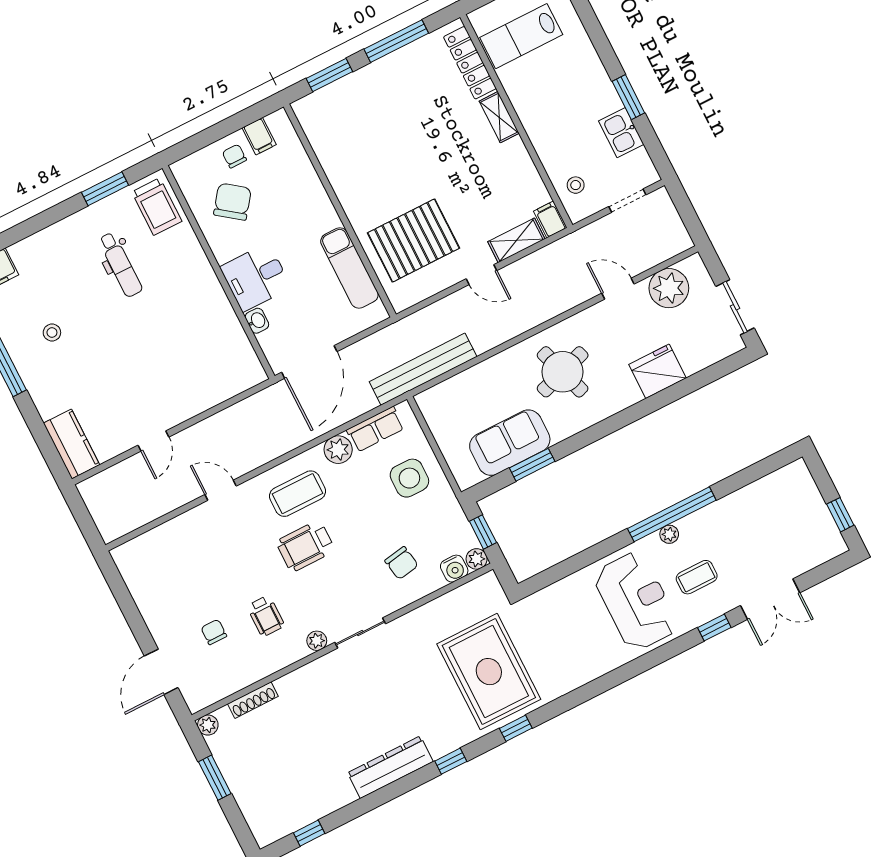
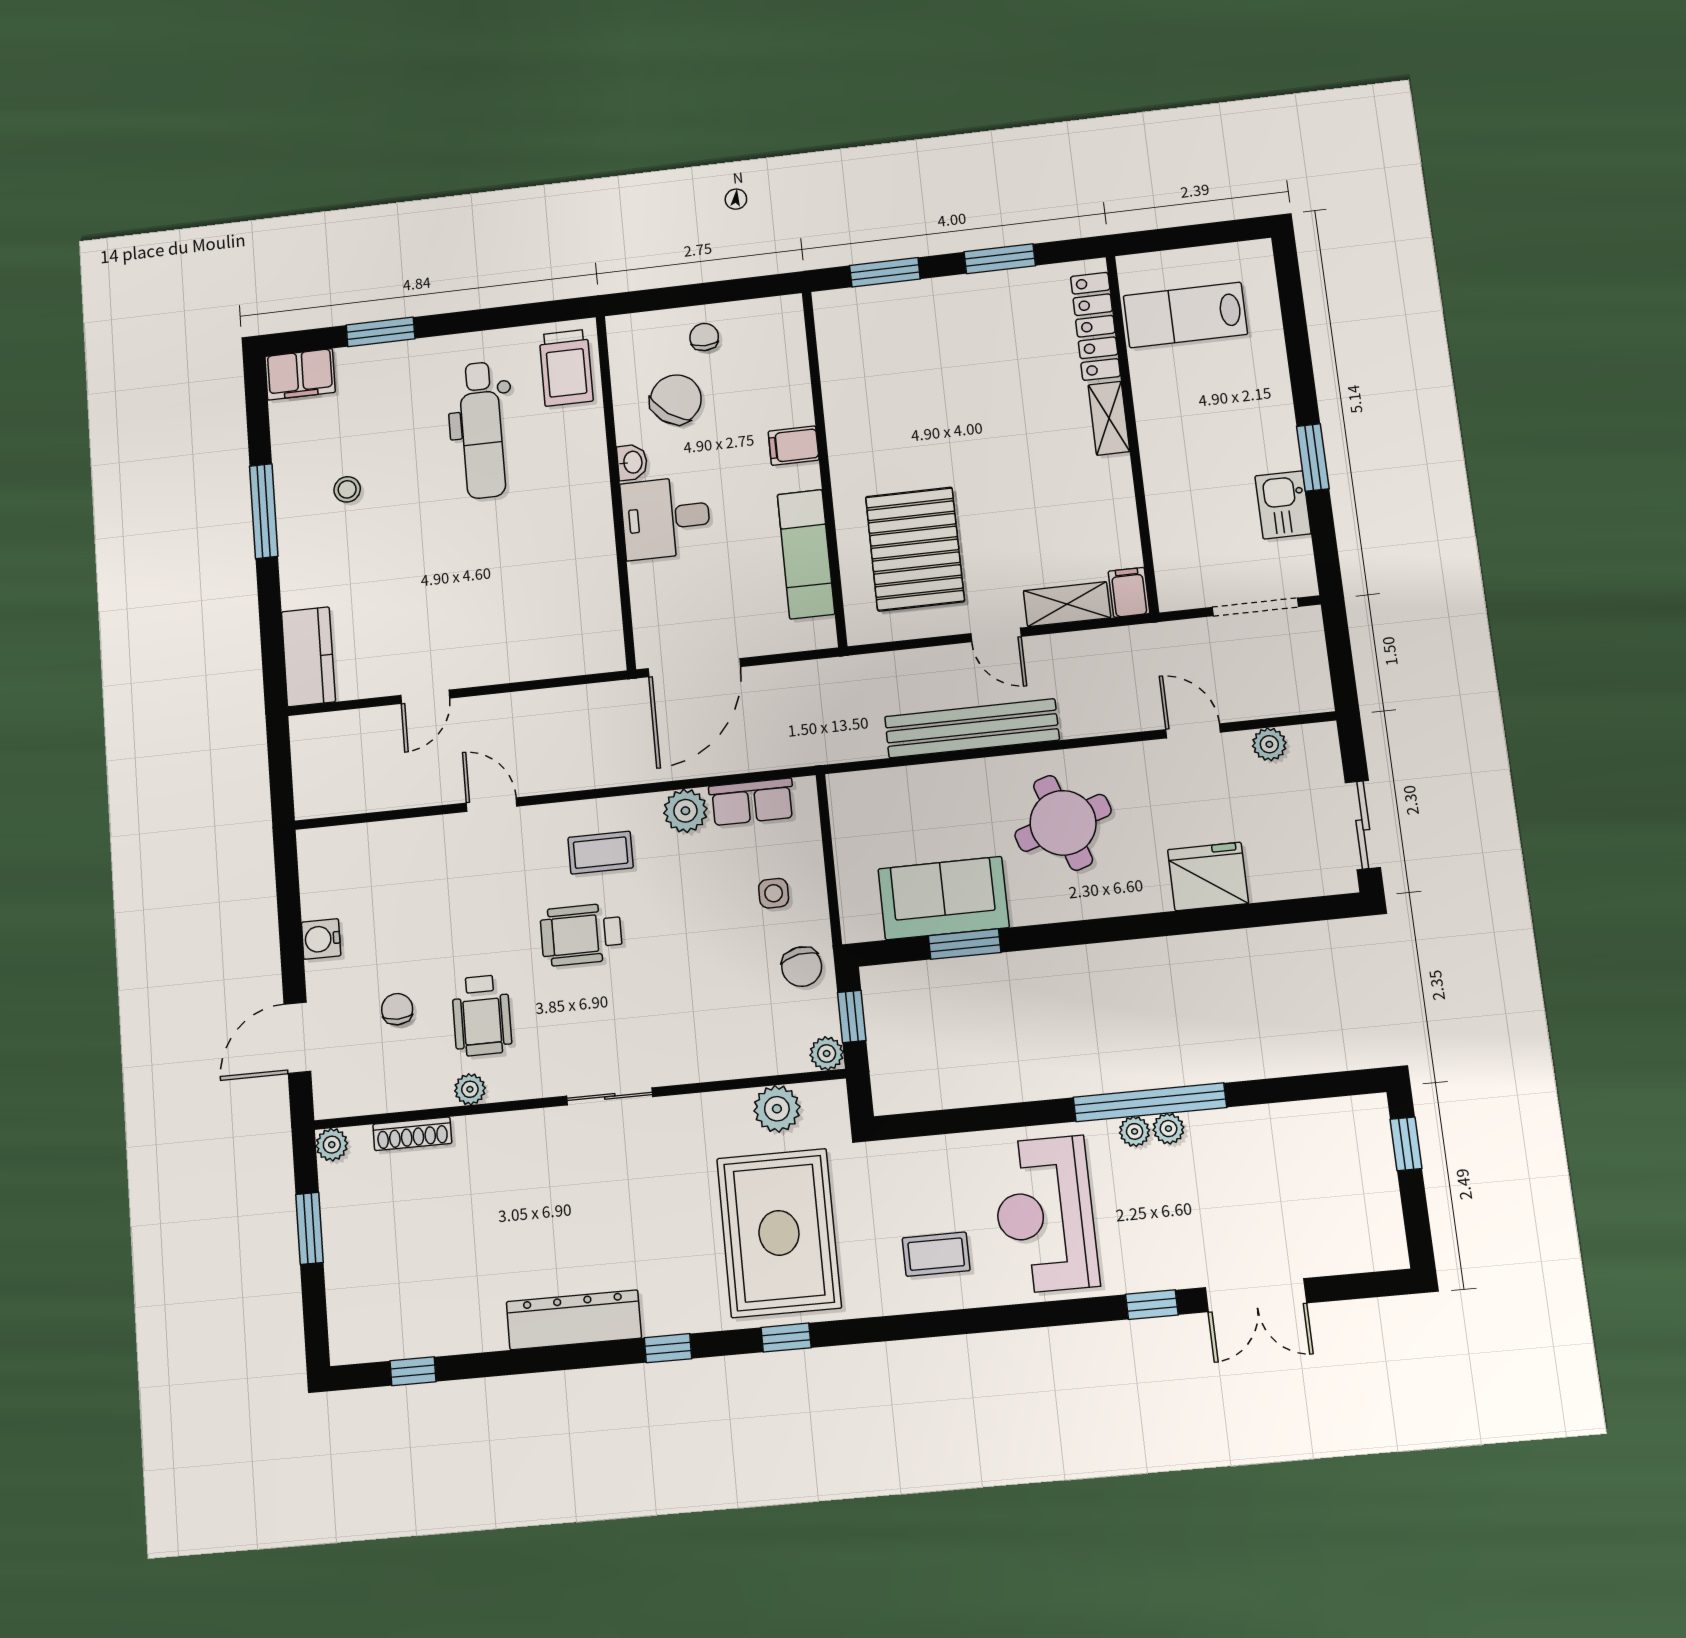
window: (396, 41) -> (1000, 259), width x0.69
filing cabinet: (259, 136) -> (794, 446), moved, turned 90
stool: (576, 185) -> (1186, 556), removed
window: (105, 189) -> (381, 332), moved
doorway: (627, 201) -> (1255, 607), width x1.38
pallet: (413, 240) -> (915, 549), turned 90
dental chair: (120, 265) -> (482, 430), width x1.36, depth x1.38
plant: (669, 288) -> (1269, 744), width x0.53, depth x0.53
washbasin: (257, 321) -> (632, 462), moved
bench: (423, 369) -> (972, 728), moved
side table: (409, 478) -> (774, 893), width x0.54, depth x0.54
coffee table: (297, 494) -> (601, 853), width x0.73, depth x0.77
window: (840, 515) -> (1406, 1144), moved
plant: (688, 525) -> (1168, 1129), added
chair: (401, 563) -> (802, 967), moved
water cooler: (454, 569) -> (321, 939), moved, turned 90
coffee table: (697, 577) -> (936, 1254), moved
reception desk: (636, 601) -> (1045, 1215), turned 180
plant: (460, 602) -> (777, 1109), added
wheelchair: (266, 616) -> (482, 1015), width x1.36, depth x1.37
plant: (317, 641) -> (470, 1089), moved

